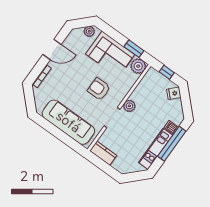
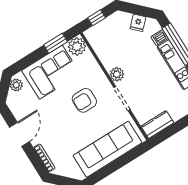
fridge: (174, 93) -> (138, 23), moved

